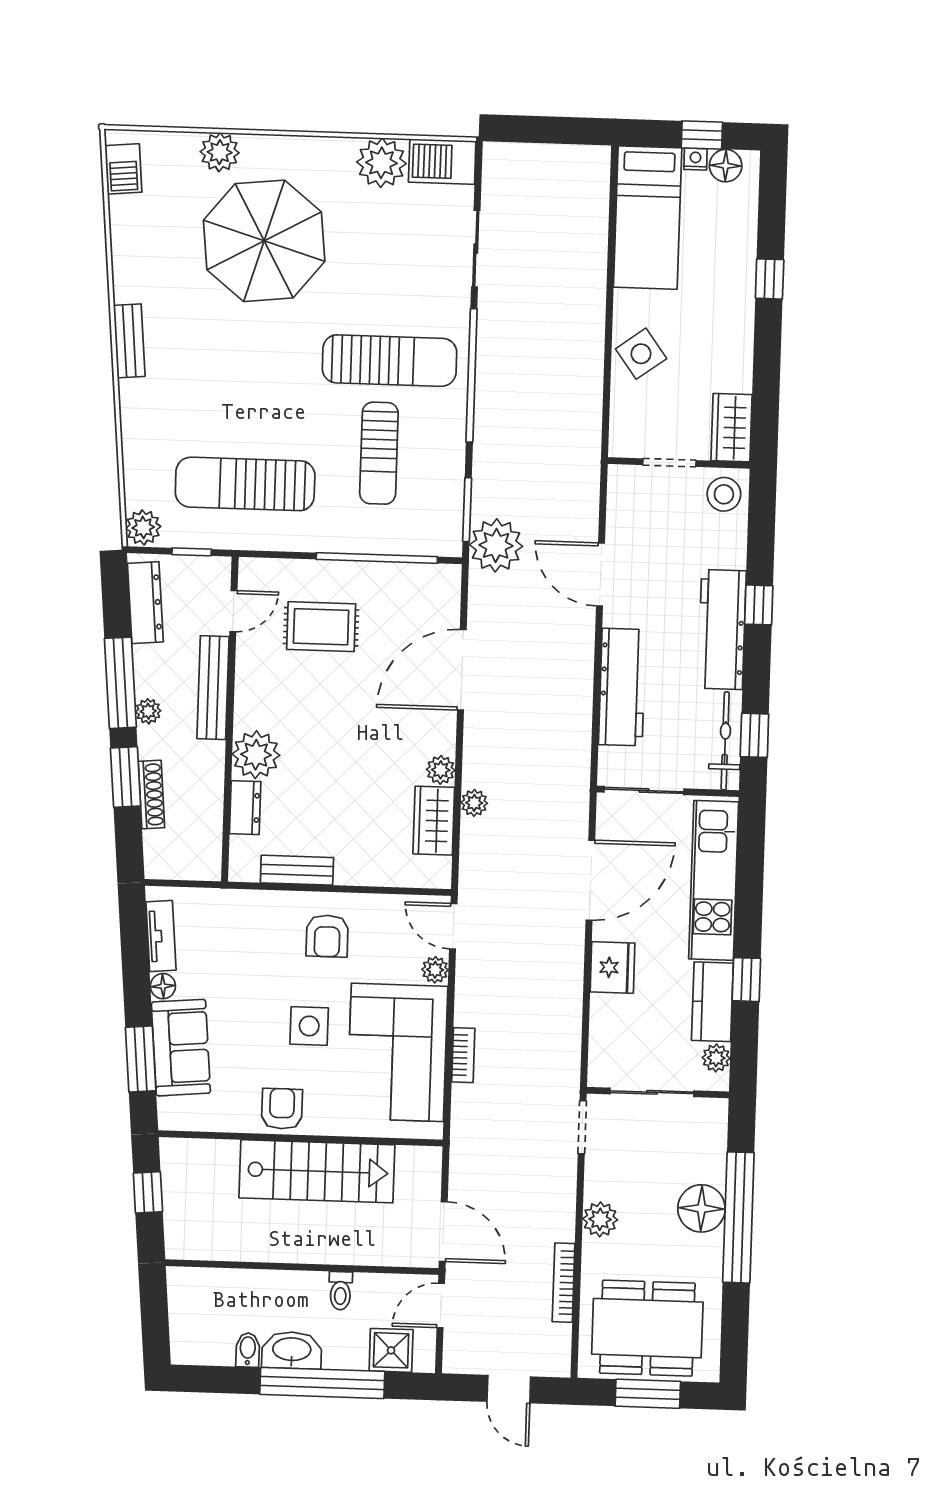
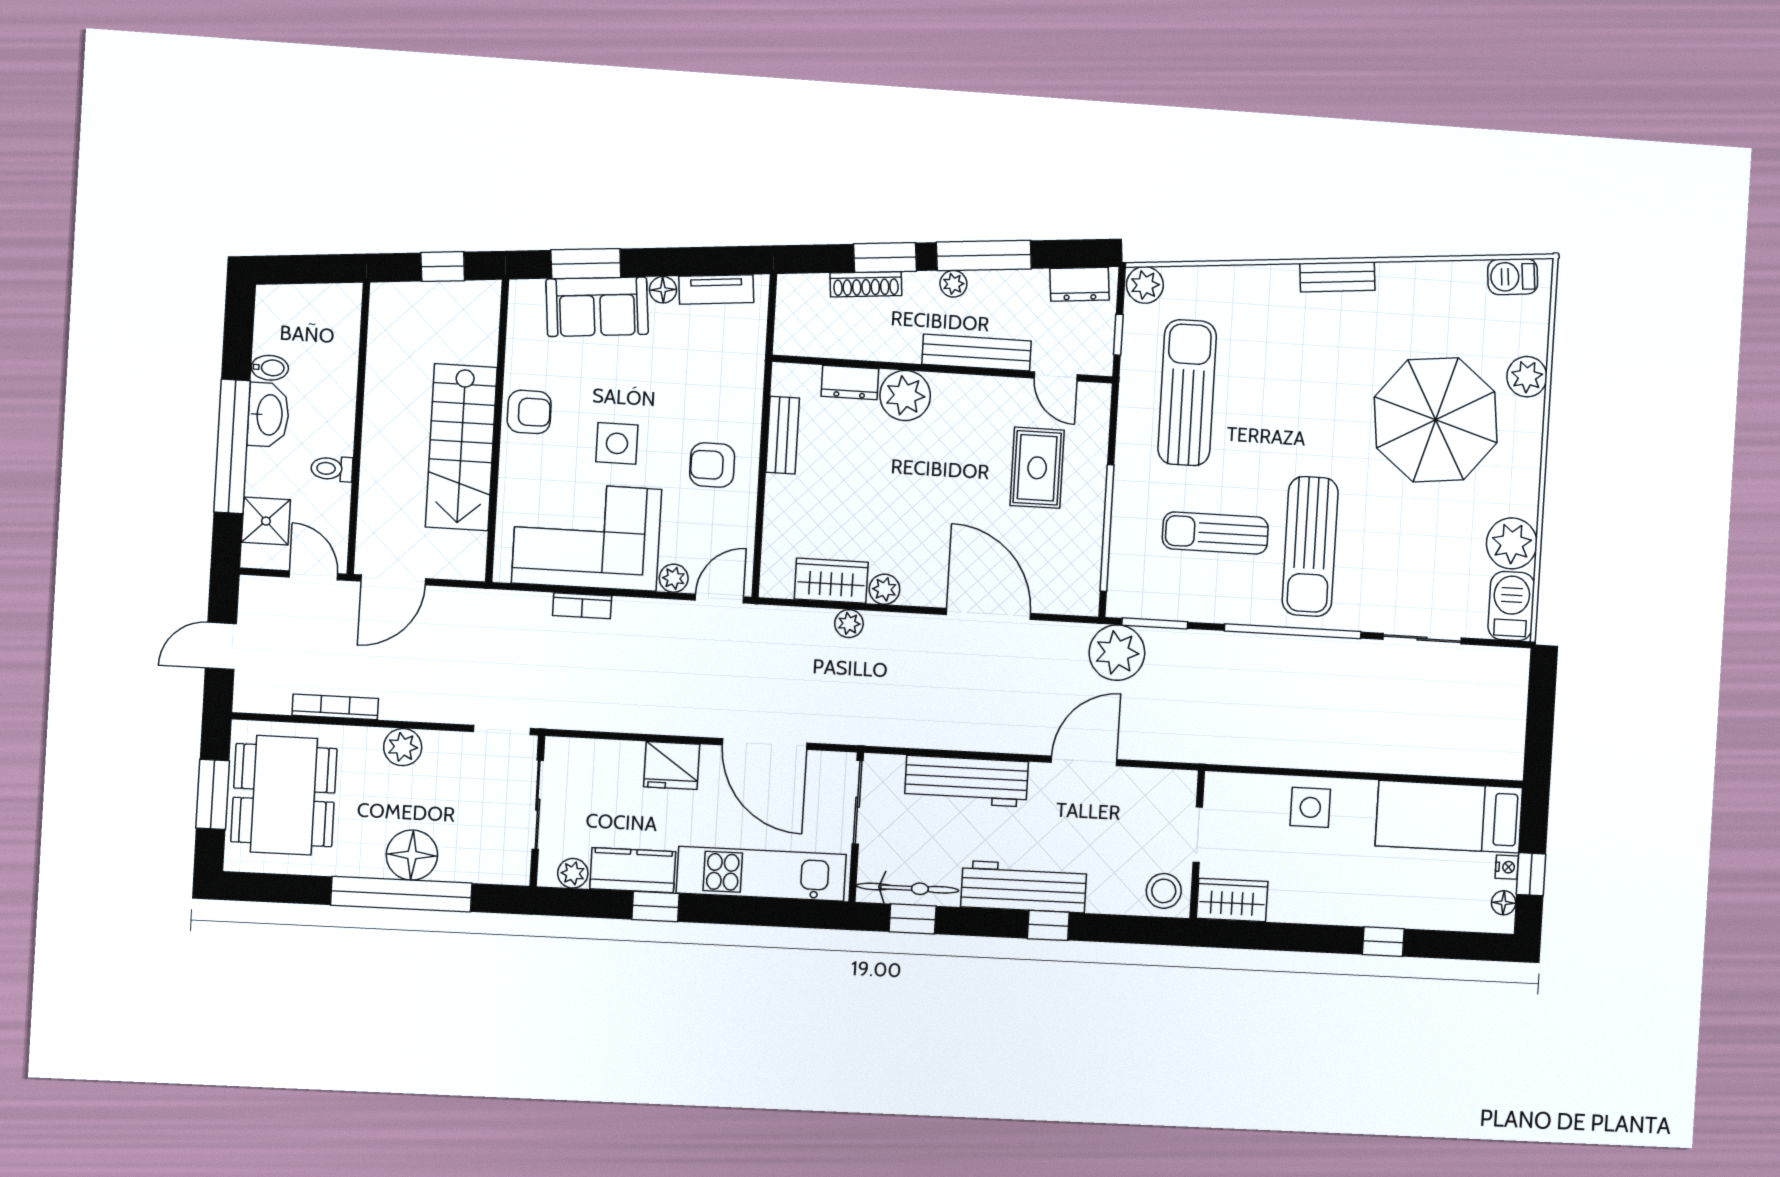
floor lamp: (726, 166) -> (1504, 903), width x0.73, depth x0.73
side table: (641, 354) -> (1310, 807), turned 36
dresser: (145, 603) -> (1080, 284), width x0.70

